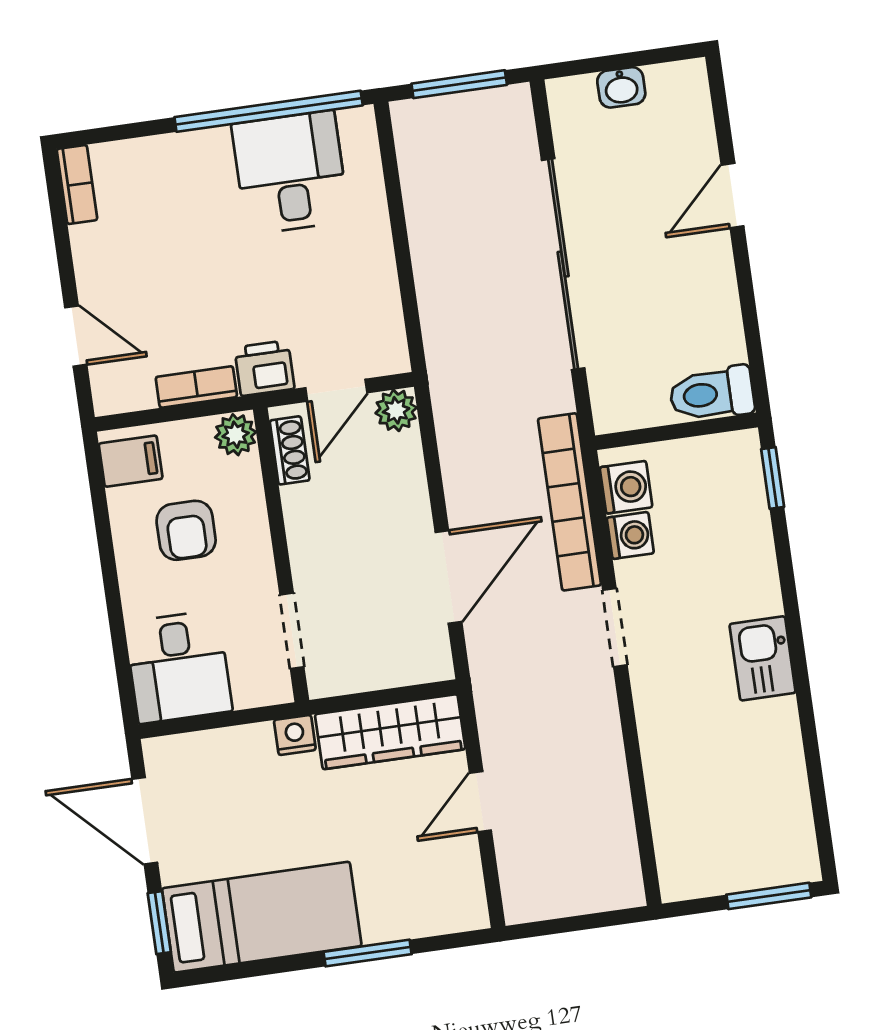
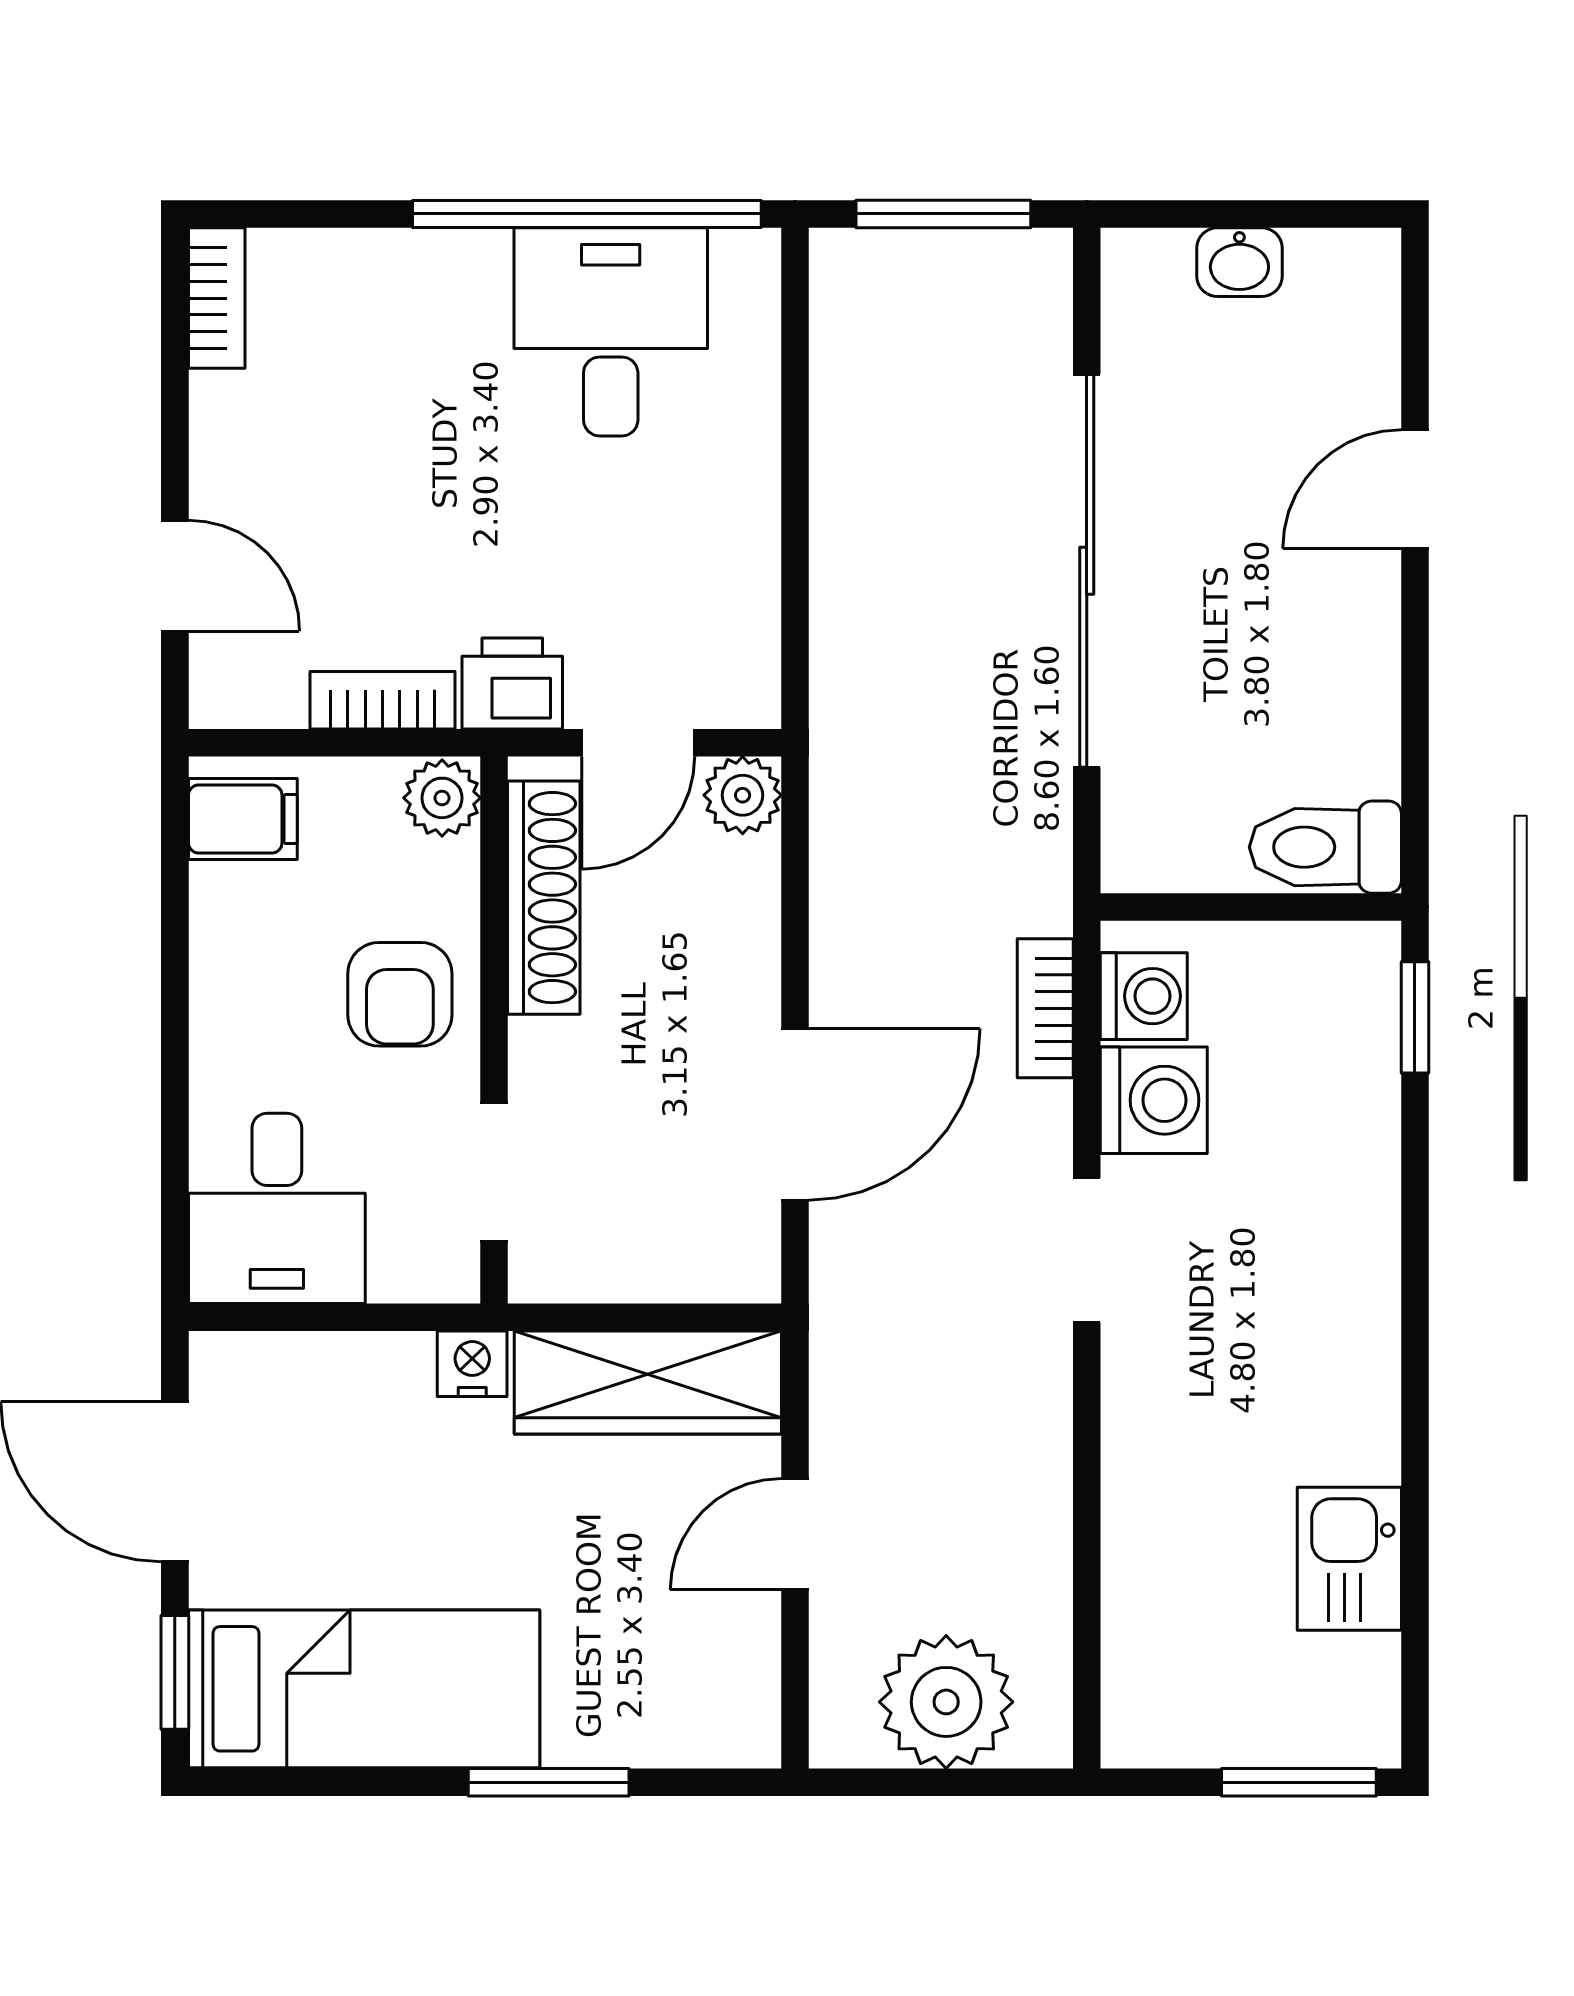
shoe rack: (290, 450) -> (544, 898), width x1.94, depth x1.24
bookcase: (570, 502) -> (1045, 1008), width x0.43, depth x0.76
armchair: (186, 530) -> (400, 994), moved
washing machine: (630, 535) -> (1154, 1100), width x1.38, depth x1.38
kitchen sink: (763, 658) -> (1349, 1559), moved
plant: (574, 880) -> (946, 1702), added

